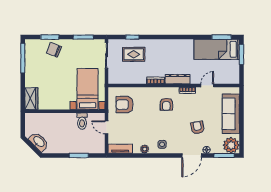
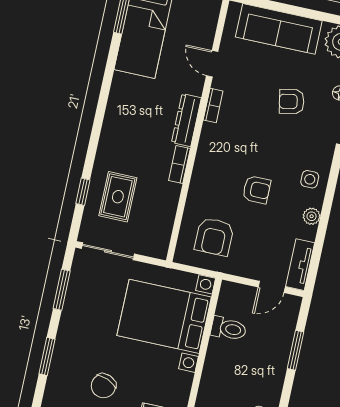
chair: (54, 50) -> (103, 386), moved
bed with nightstands: (88, 89) -> (164, 316), width x1.36
armchair: (166, 104) -> (257, 190), moved
door: (107, 127) -> (272, 287), moved

